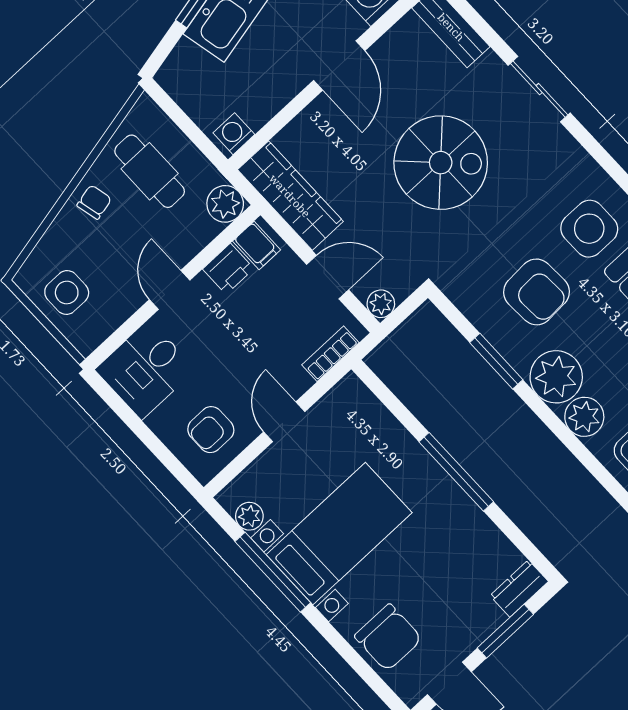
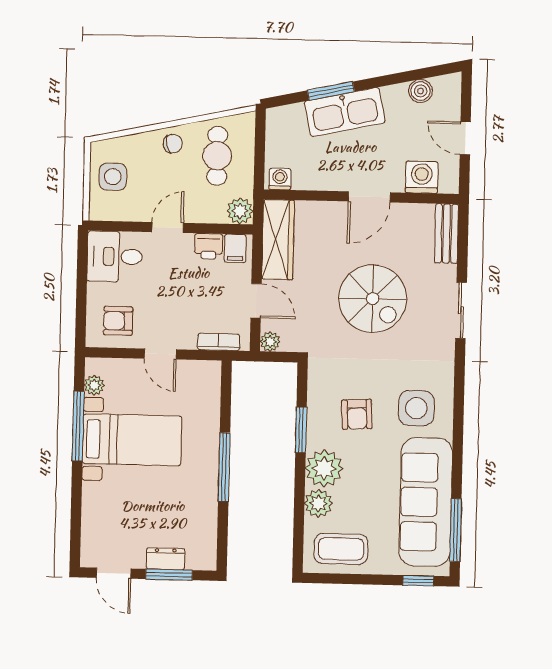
armchair: (536, 292) -> (357, 414), width x0.72, depth x0.72
door: (284, 422) -> (160, 354), swing flipped
dresser: (519, 589) -> (166, 559), moved
chair: (388, 638) -> (105, 519), removed

